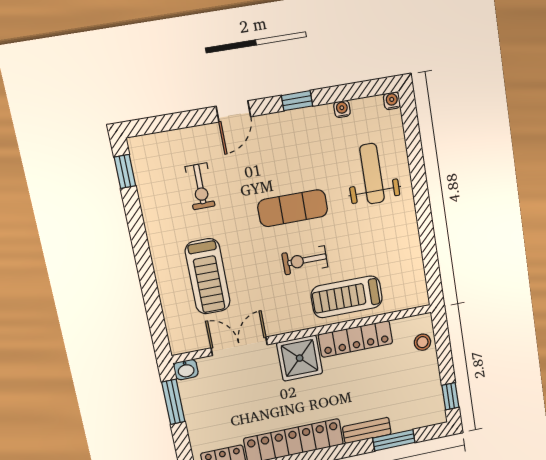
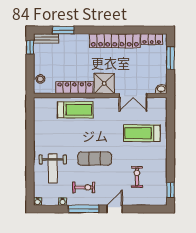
window: (297, 101) -> (84, 209), width x2.17
exercise bike: (305, 260) -> (84, 187), moved
treadmill: (208, 276) -> (142, 133), turned -90
window: (173, 402) -> (170, 58), moved
bench: (367, 430) -> (46, 38), moved

